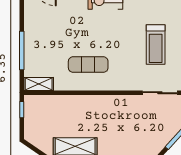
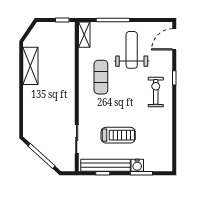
weight bench: (57, 29) -> (132, 50), added
treadmill: (156, 45) -> (118, 135), turned 180

